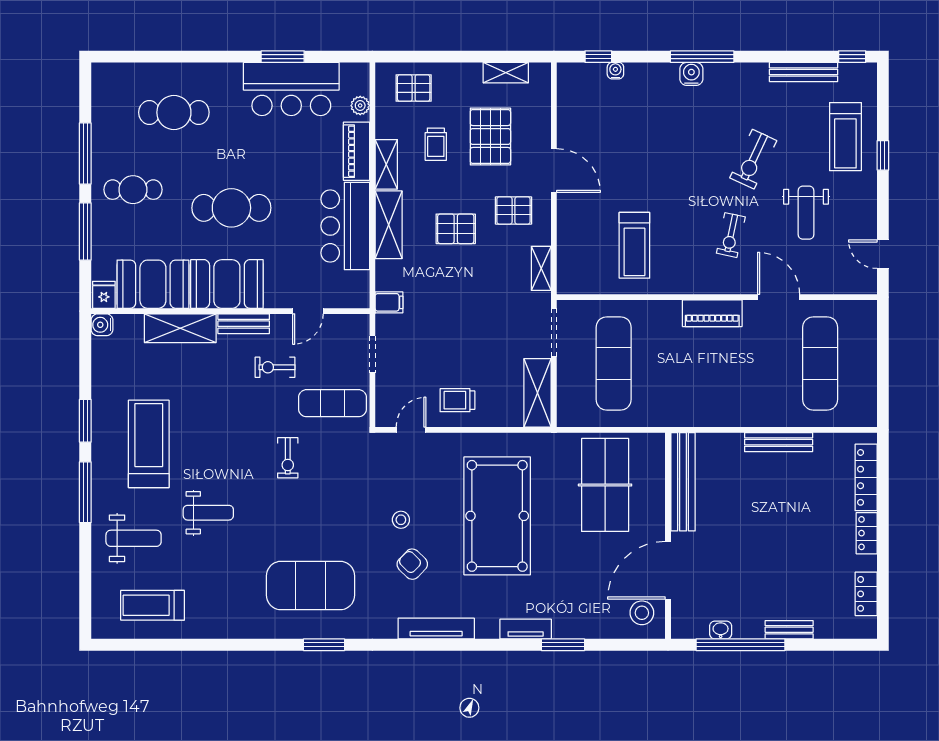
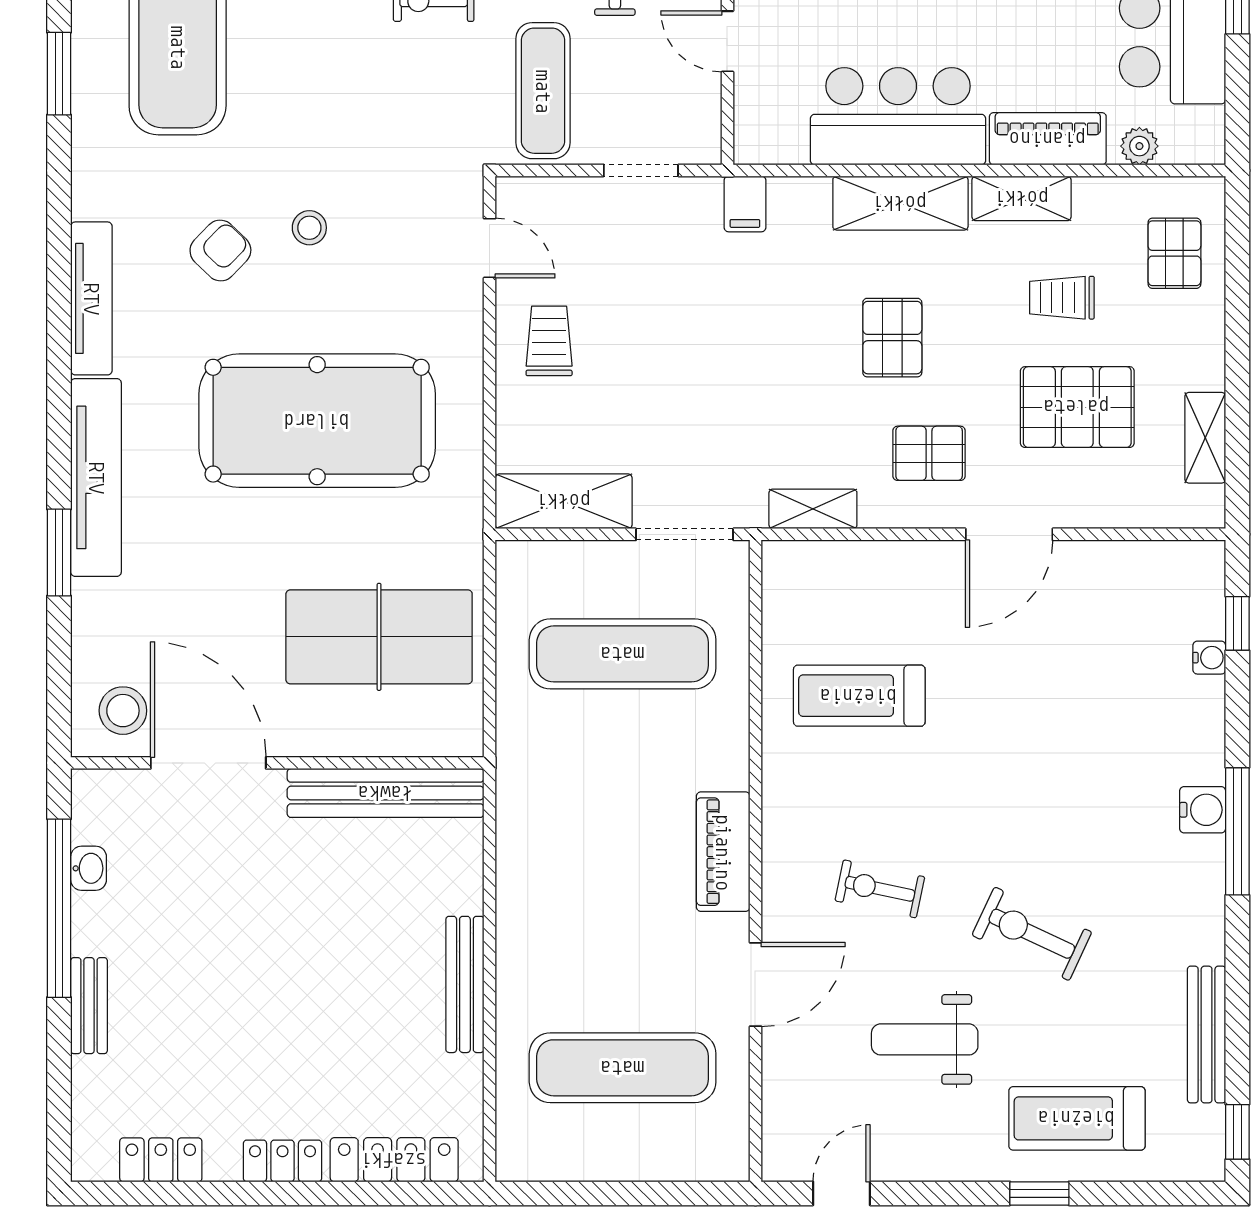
pallet: (513, 210) -> (929, 453), turned 90
tv unit: (526, 629) -> (96, 477), width x1.92, depth x1.29

